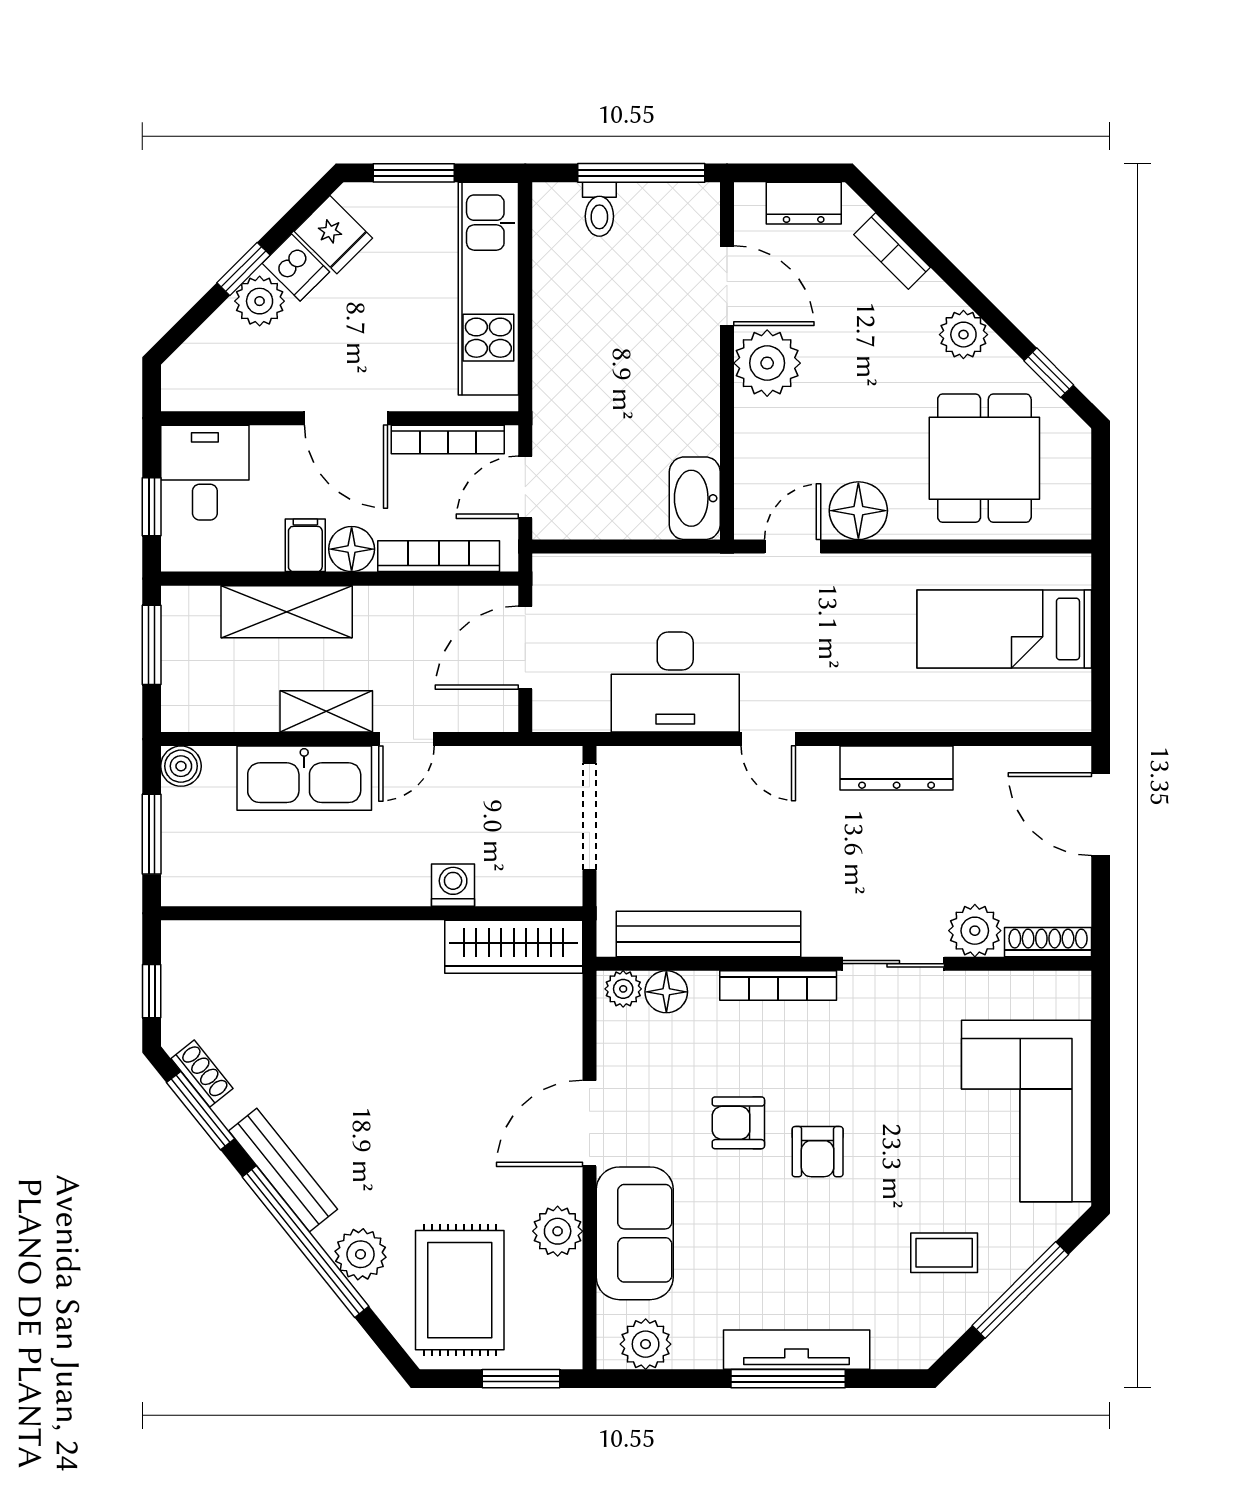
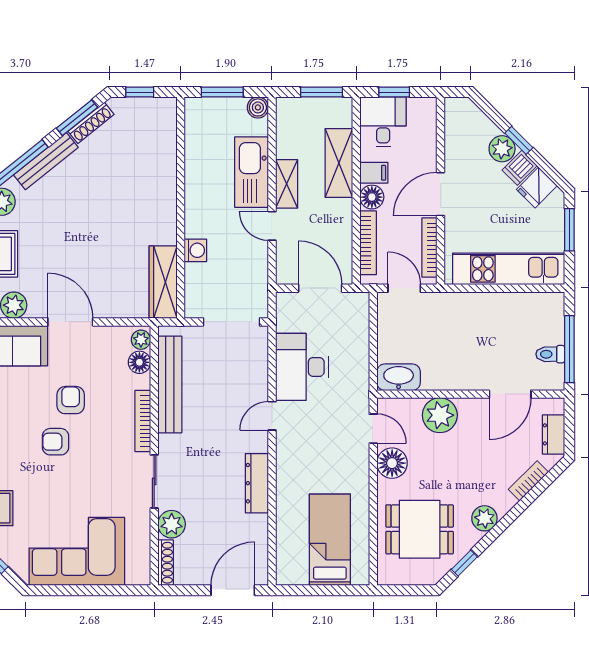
toilet: (599, 209) -> (550, 354), moved
plant: (767, 363) -> (440, 415), moved
desk: (205, 473) -> (383, 122), moved, turned -90
shoe rack: (202, 1074) -> (91, 123), width x1.43

